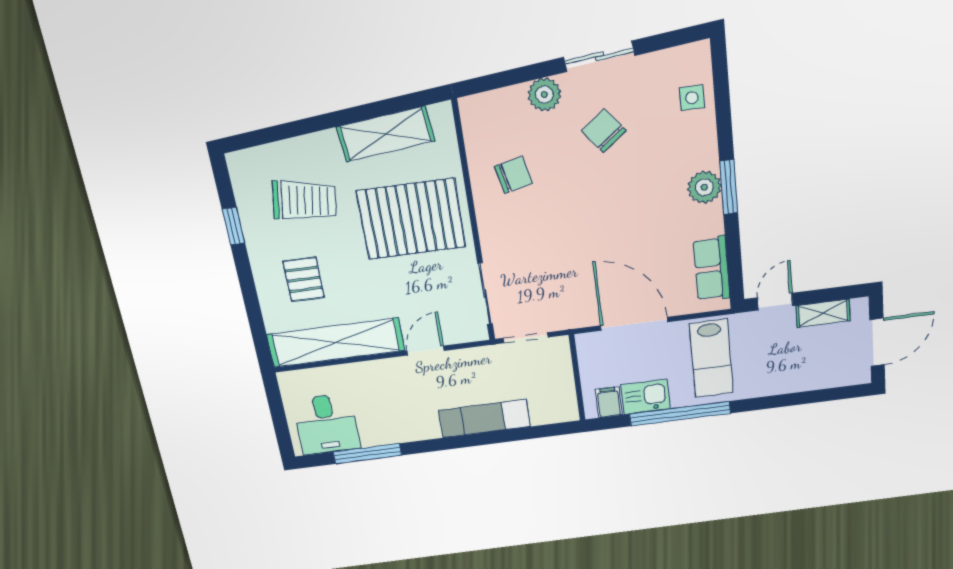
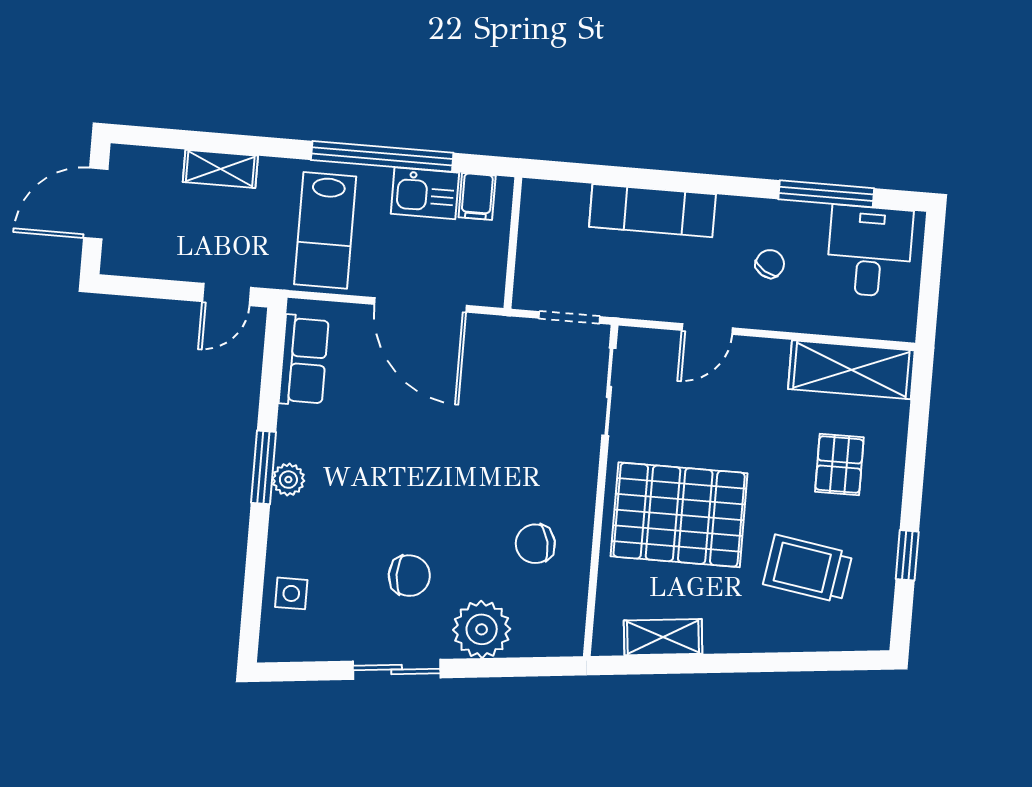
plant: (544, 95) -> (482, 629), width x1.36, depth x1.36
chair: (604, 131) -> (409, 576), turned -53
shelving: (386, 134) -> (663, 637), width x0.67, depth x0.75
plant: (704, 187) -> (288, 480), width x0.73, depth x0.73
shelving: (823, 313) -> (220, 169), moved
shelving: (336, 343) -> (851, 370), width x0.68
lab bench: (711, 359) -> (325, 230), turned 180
chair: (393, 402) -> (770, 264), added

